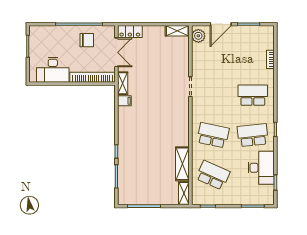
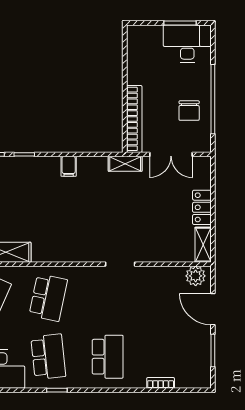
locker: (130, 31) -> (202, 207), moved
desk: (53, 70) -> (187, 44), moved, turned 90
filing cabinet: (124, 101) -> (69, 166), moved

